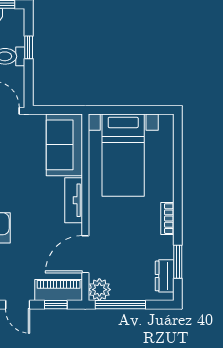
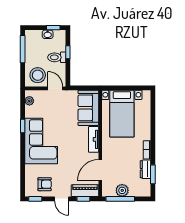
dresser: (165, 276) -> (145, 169), moved
plant: (99, 290) -> (122, 190), moved

